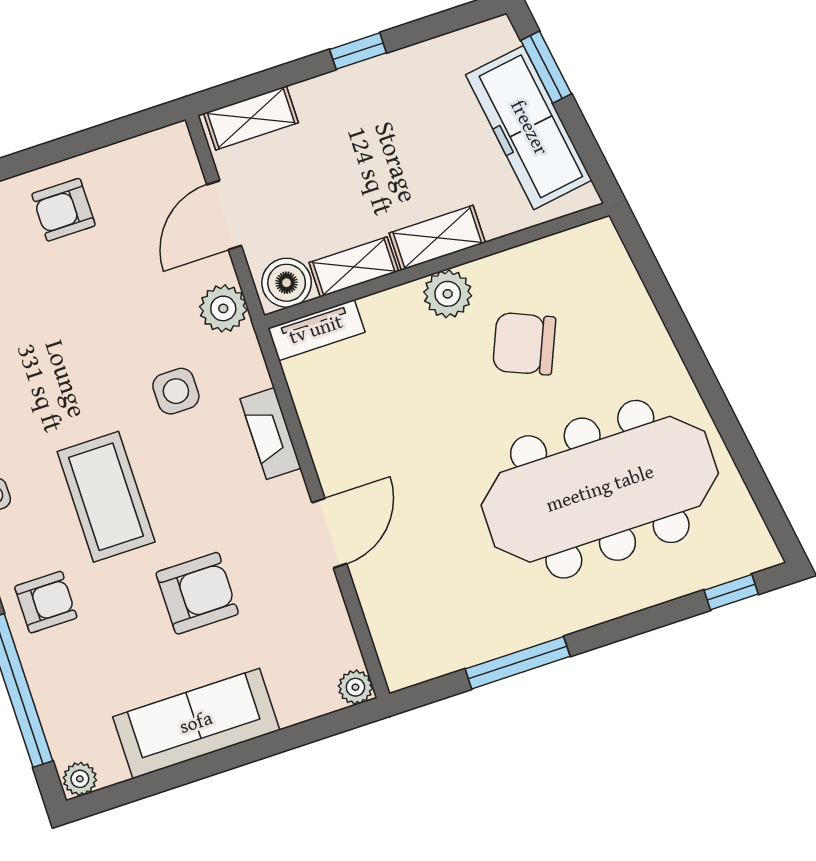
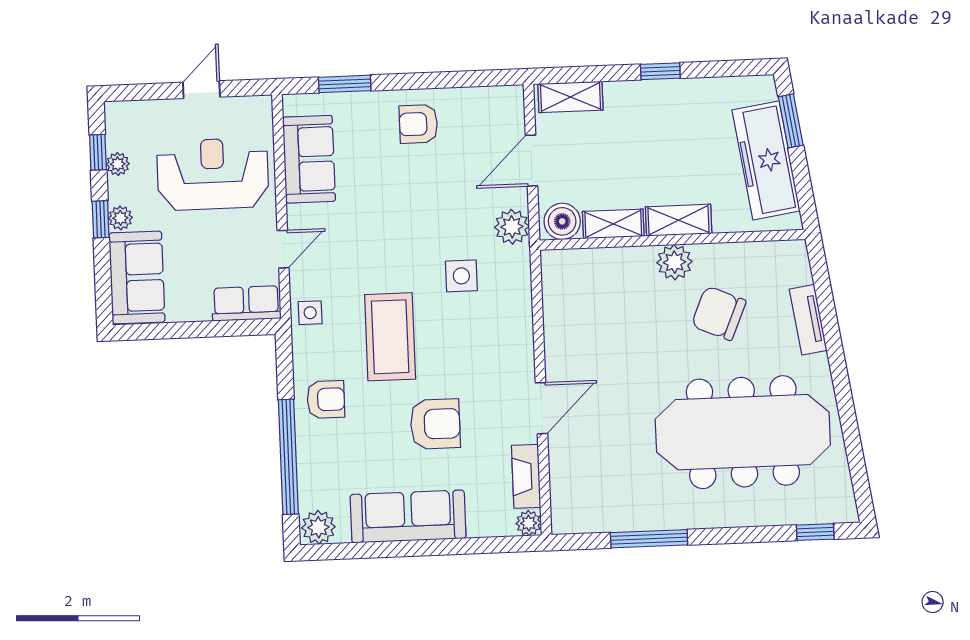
tv unit: (316, 330) -> (808, 320), moved, turned 81
fireplace: (271, 433) -> (526, 476), moved
plant: (80, 779) -> (318, 527), width x1.38, depth x1.38

